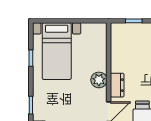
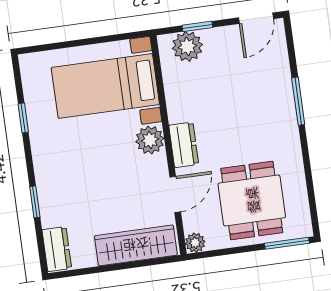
plant: (127, 31) -> (187, 46), added
bed with nightstands: (57, 51) -> (105, 86), moved, turned 90

